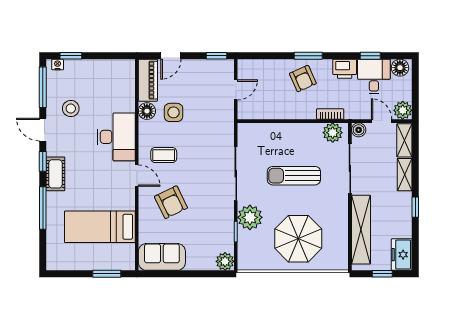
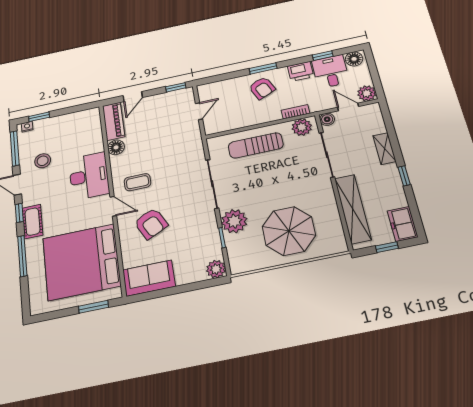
side table: (173, 112) -> (142, 143), removed
shelving: (404, 140) -> (376, 119), removed
sun lounger: (294, 176) -> (256, 145), moved
bed: (100, 227) -> (81, 262), width x2.04

